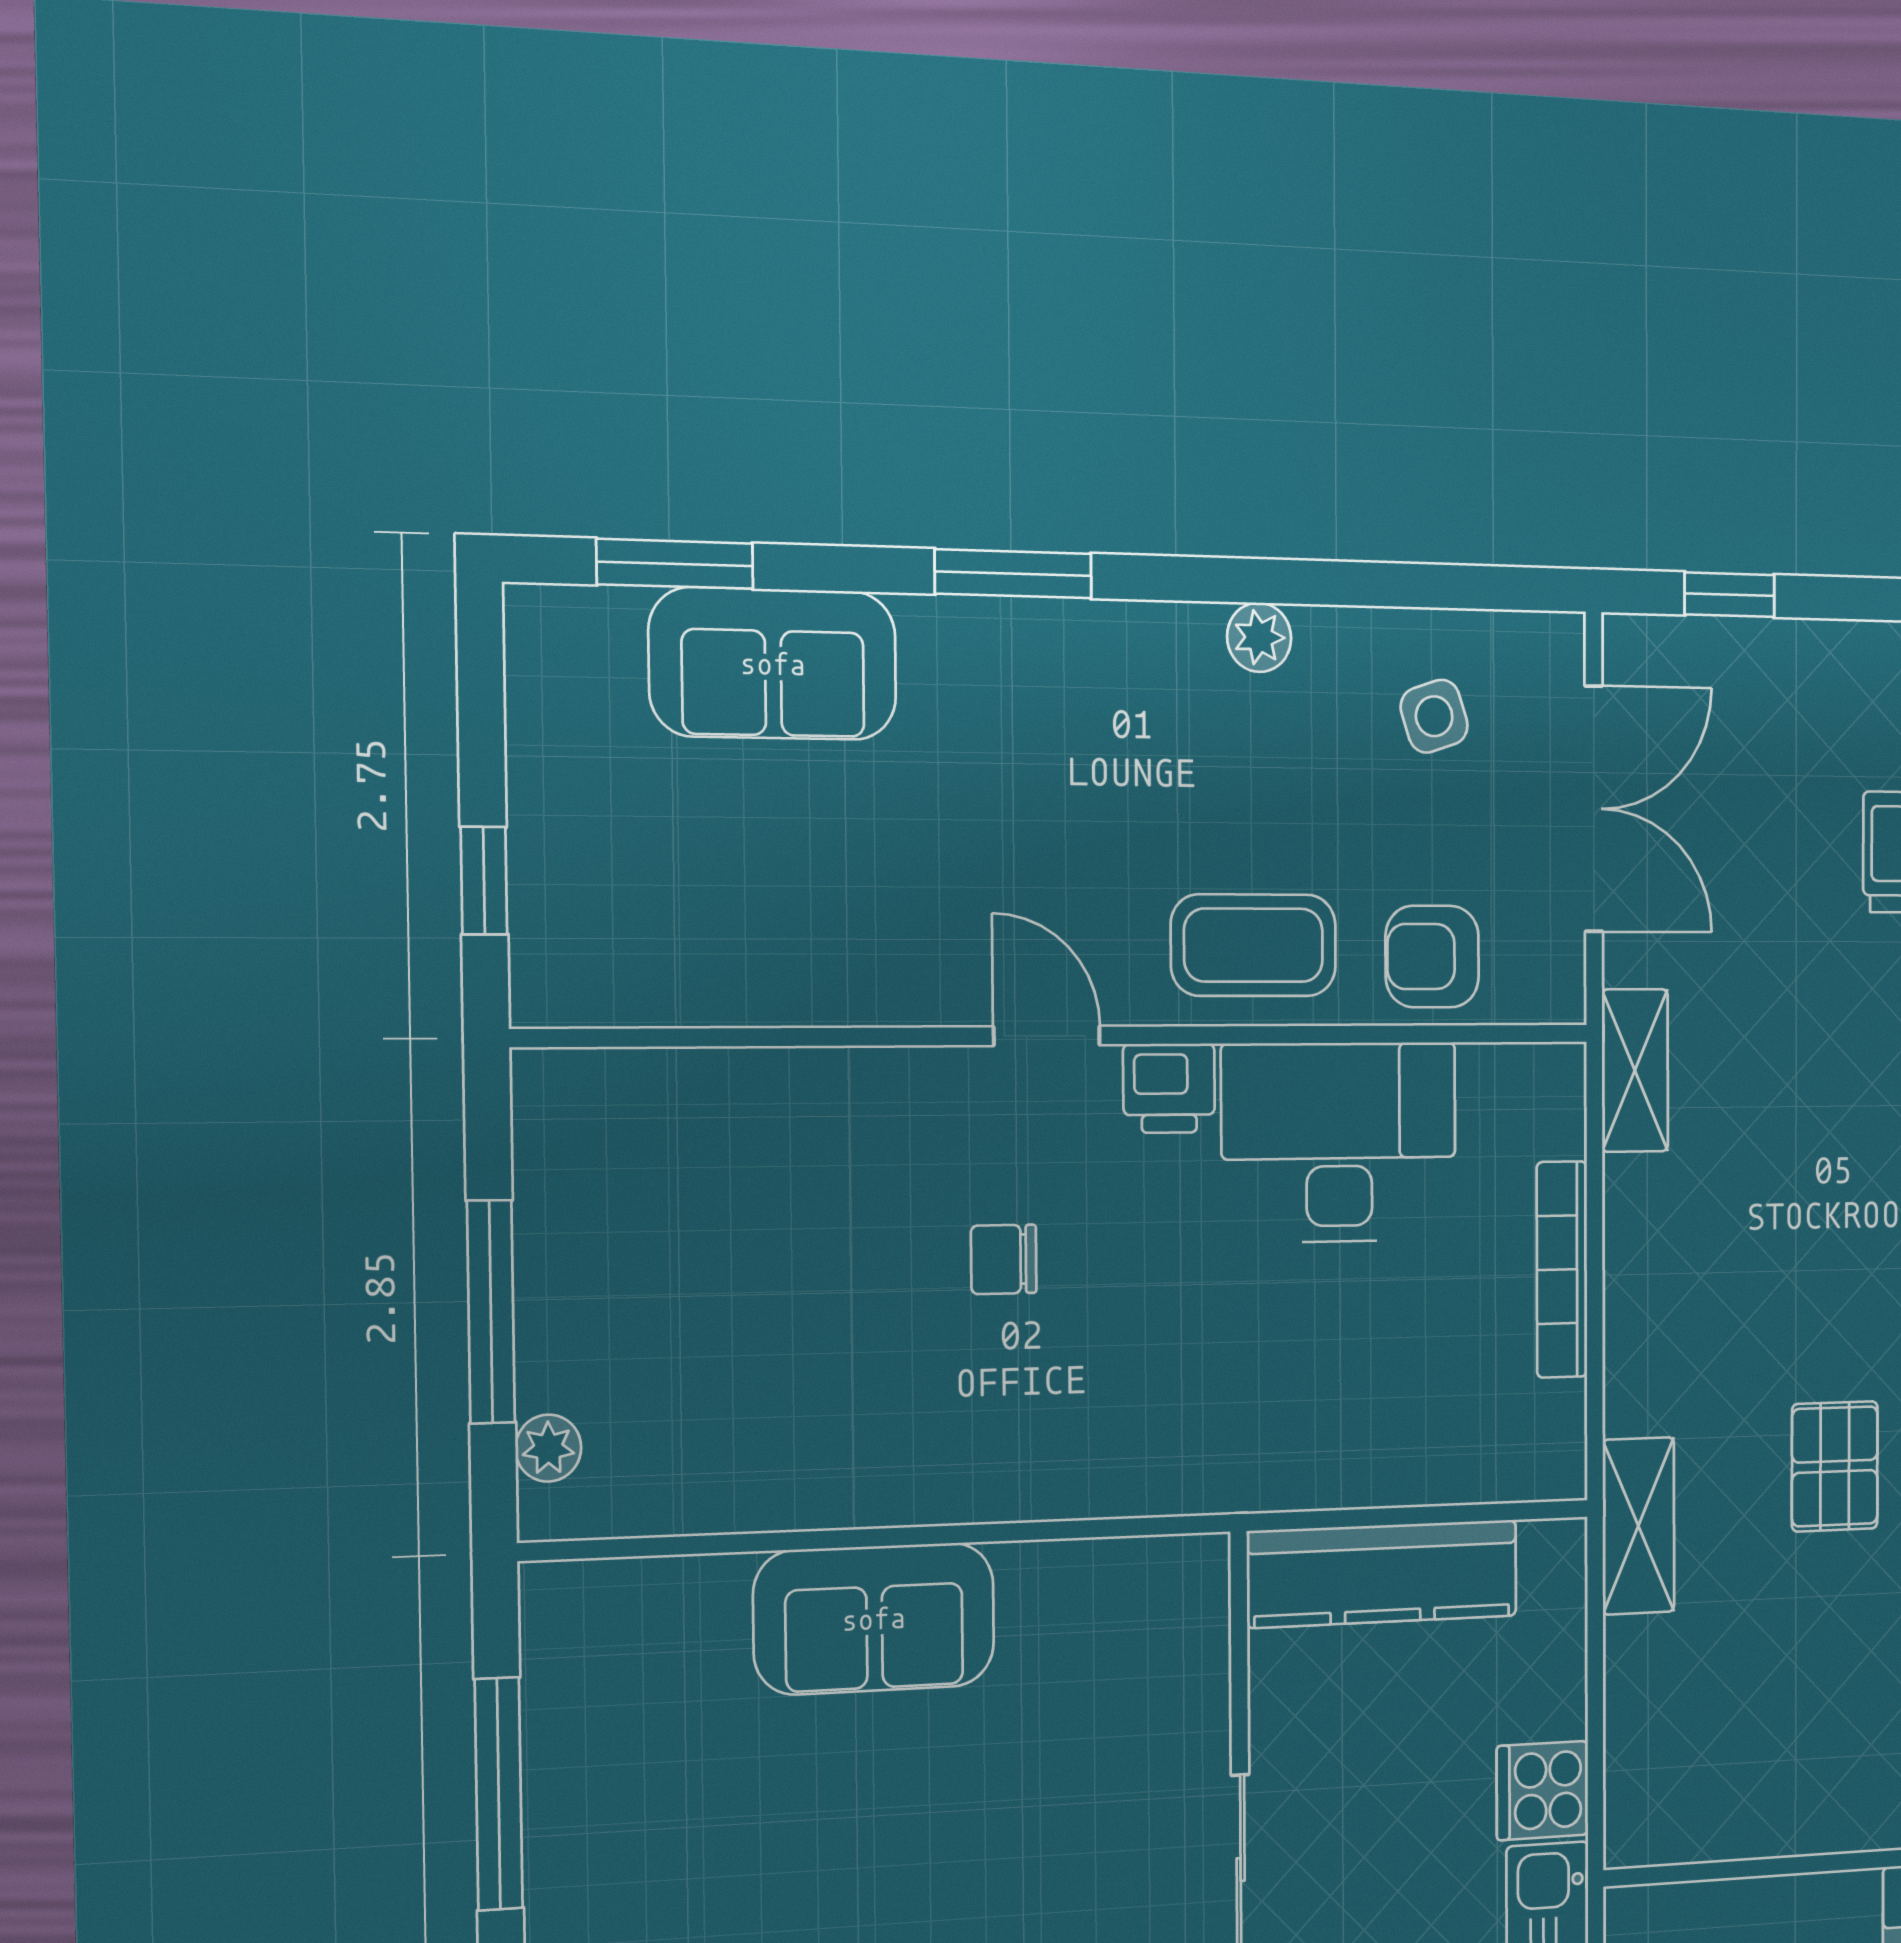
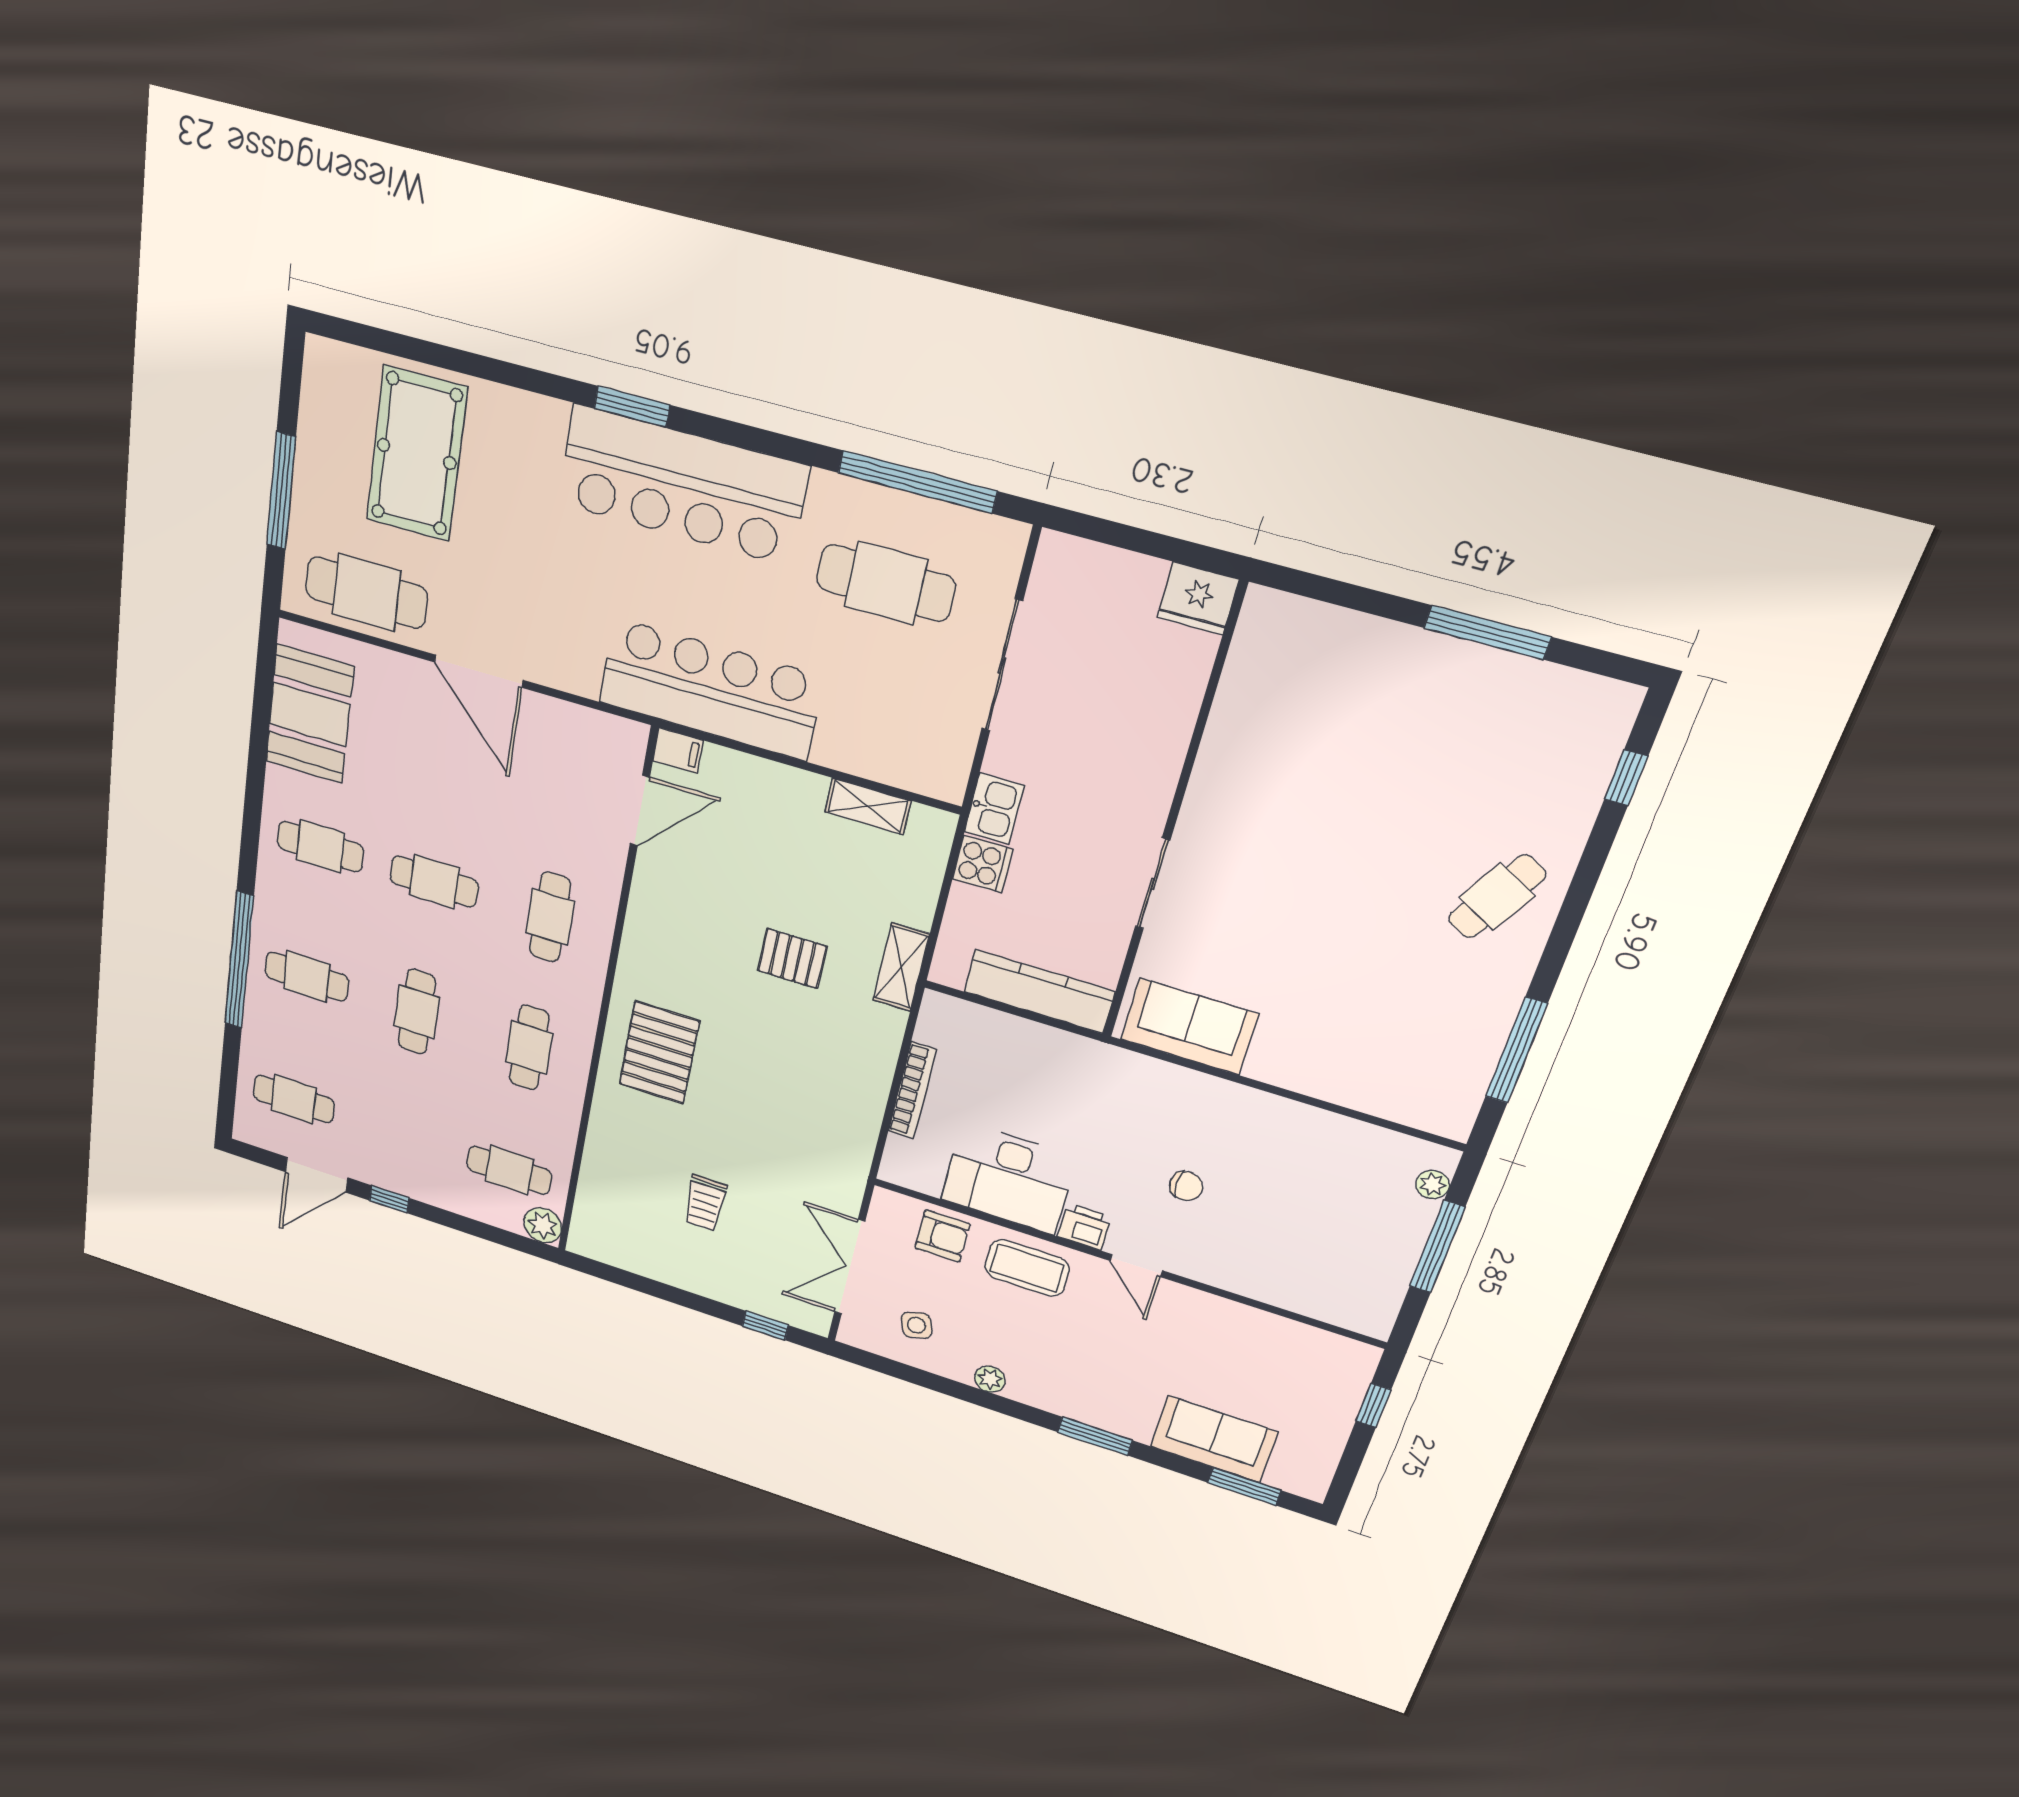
shelving: (1635, 1070) -> (868, 806), moved, turned 90
pallet: (1835, 1466) -> (792, 959), turned 90
sofa: (874, 1619) -> (1189, 1027), moved

